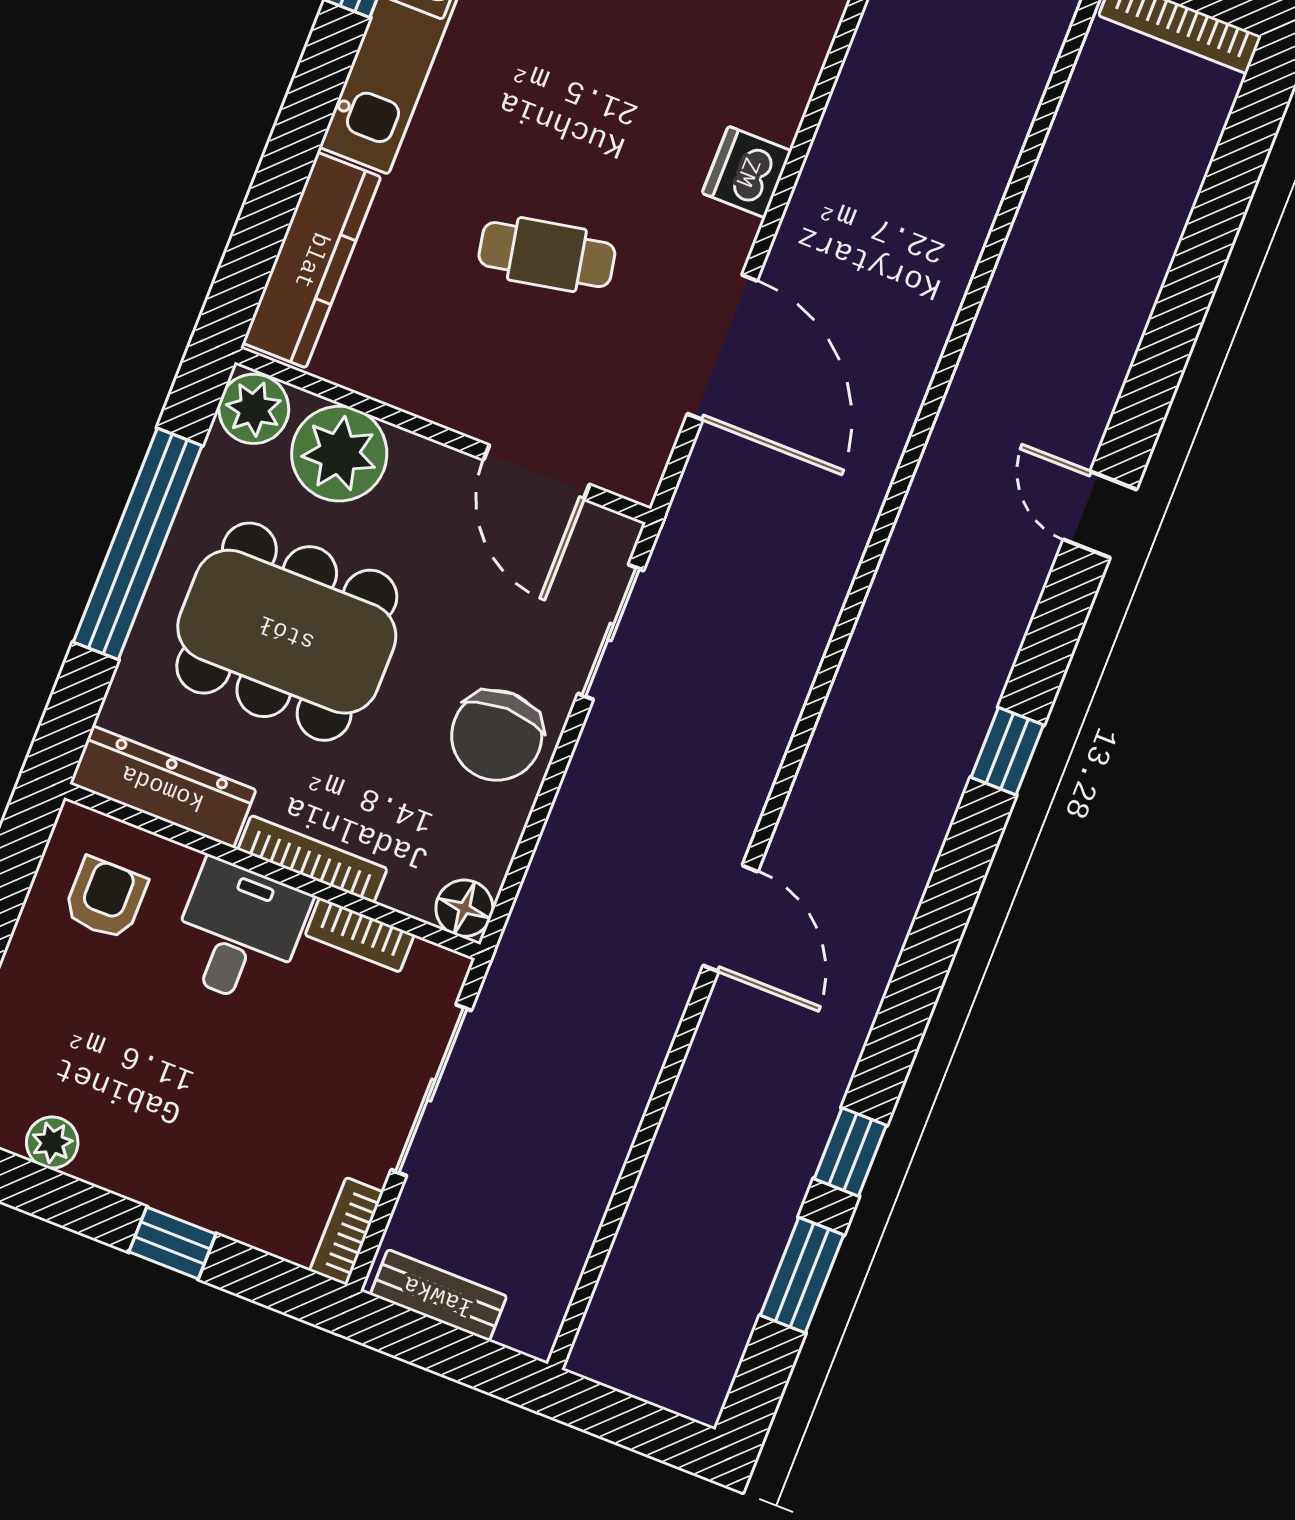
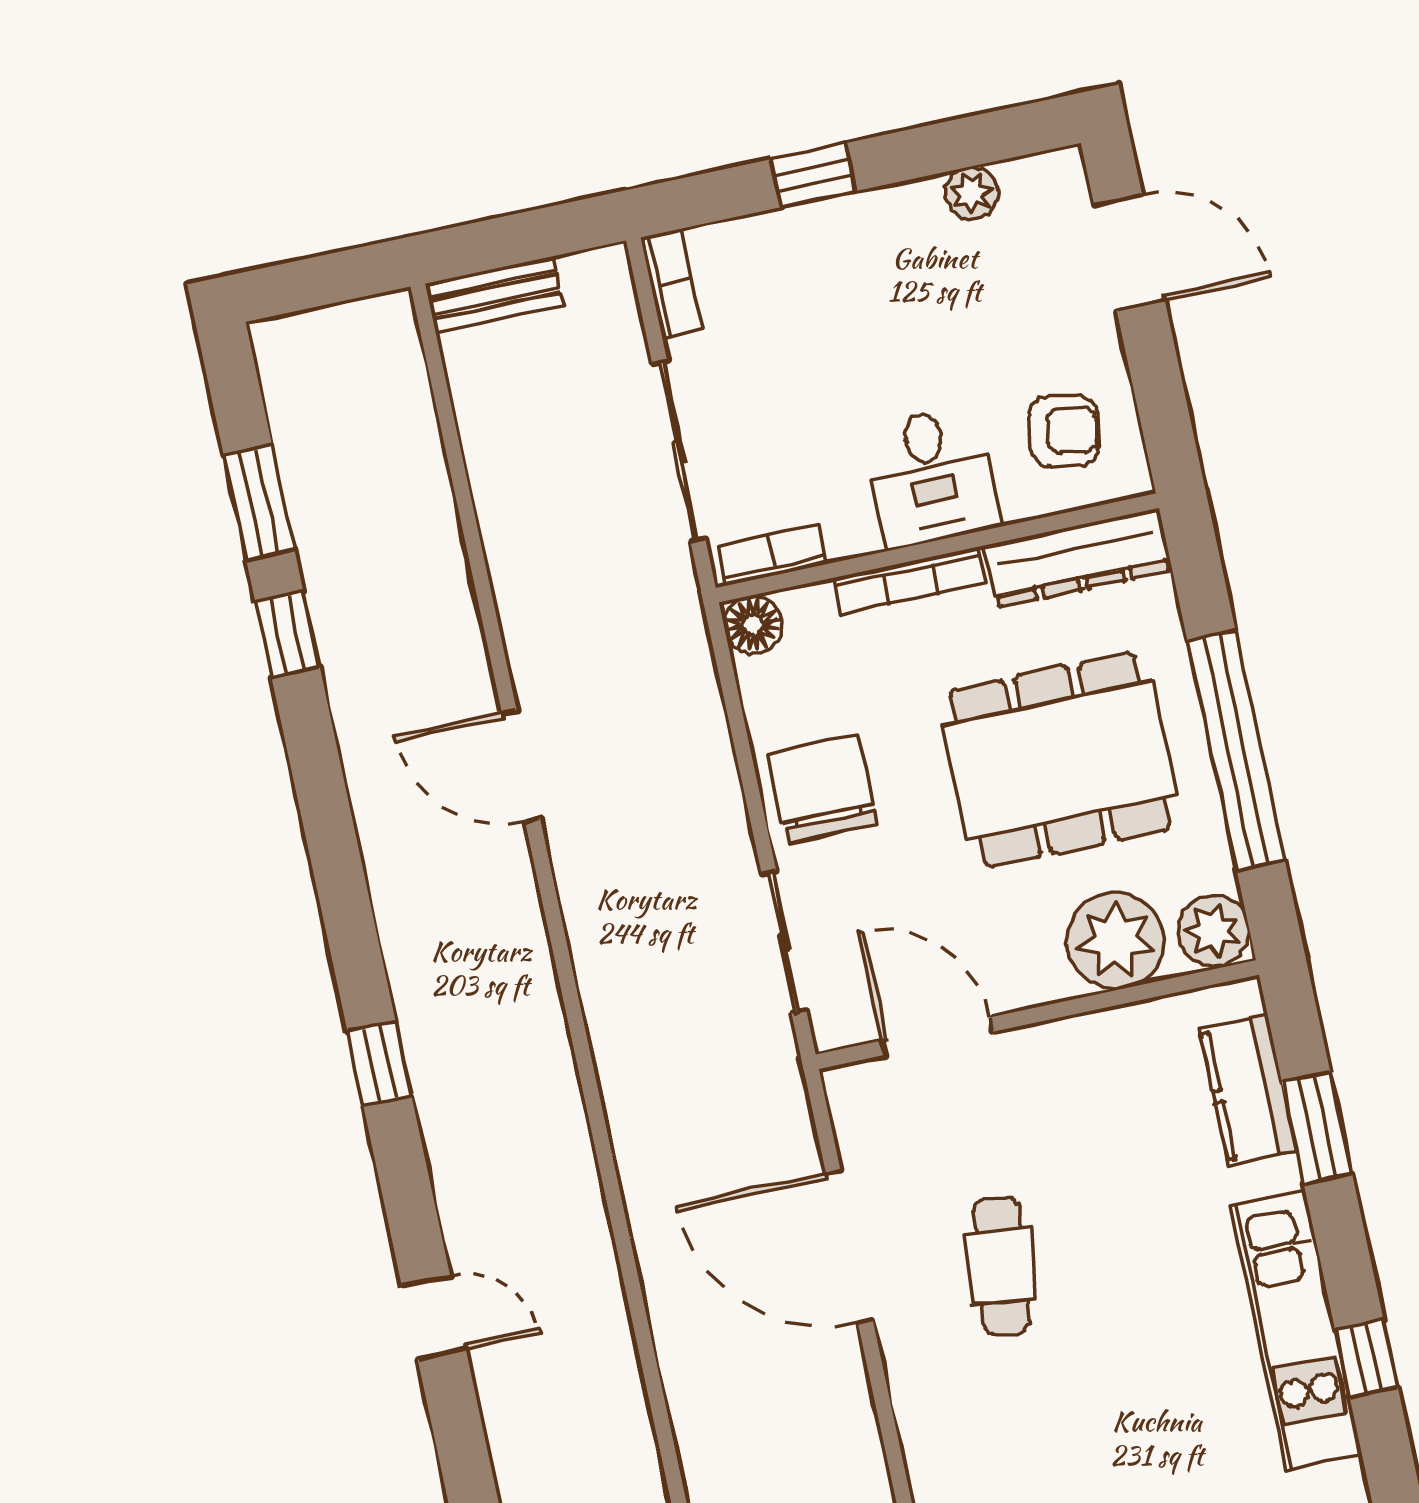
dishwasher: (747, 172) -> (927, 1410), removed
window: (276, 192) -> (1317, 1128), added
cafe table: (547, 255) -> (1001, 1266), moved, turned -72
kitchen counter: (311, 260) -> (1248, 1090), width x0.67
armchair: (105, 898) -> (1064, 431), turned -80
bookcase: (360, 935) -> (772, 555), moved
bench: (438, 1295) -> (494, 294), moved

